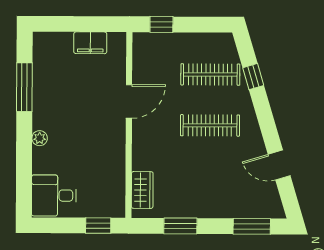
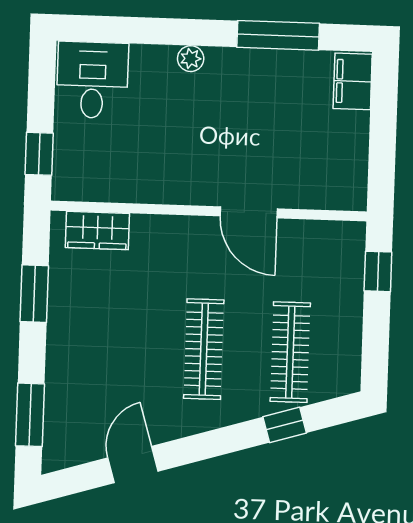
filing cabinet: (90, 43) -> (353, 81), moved

